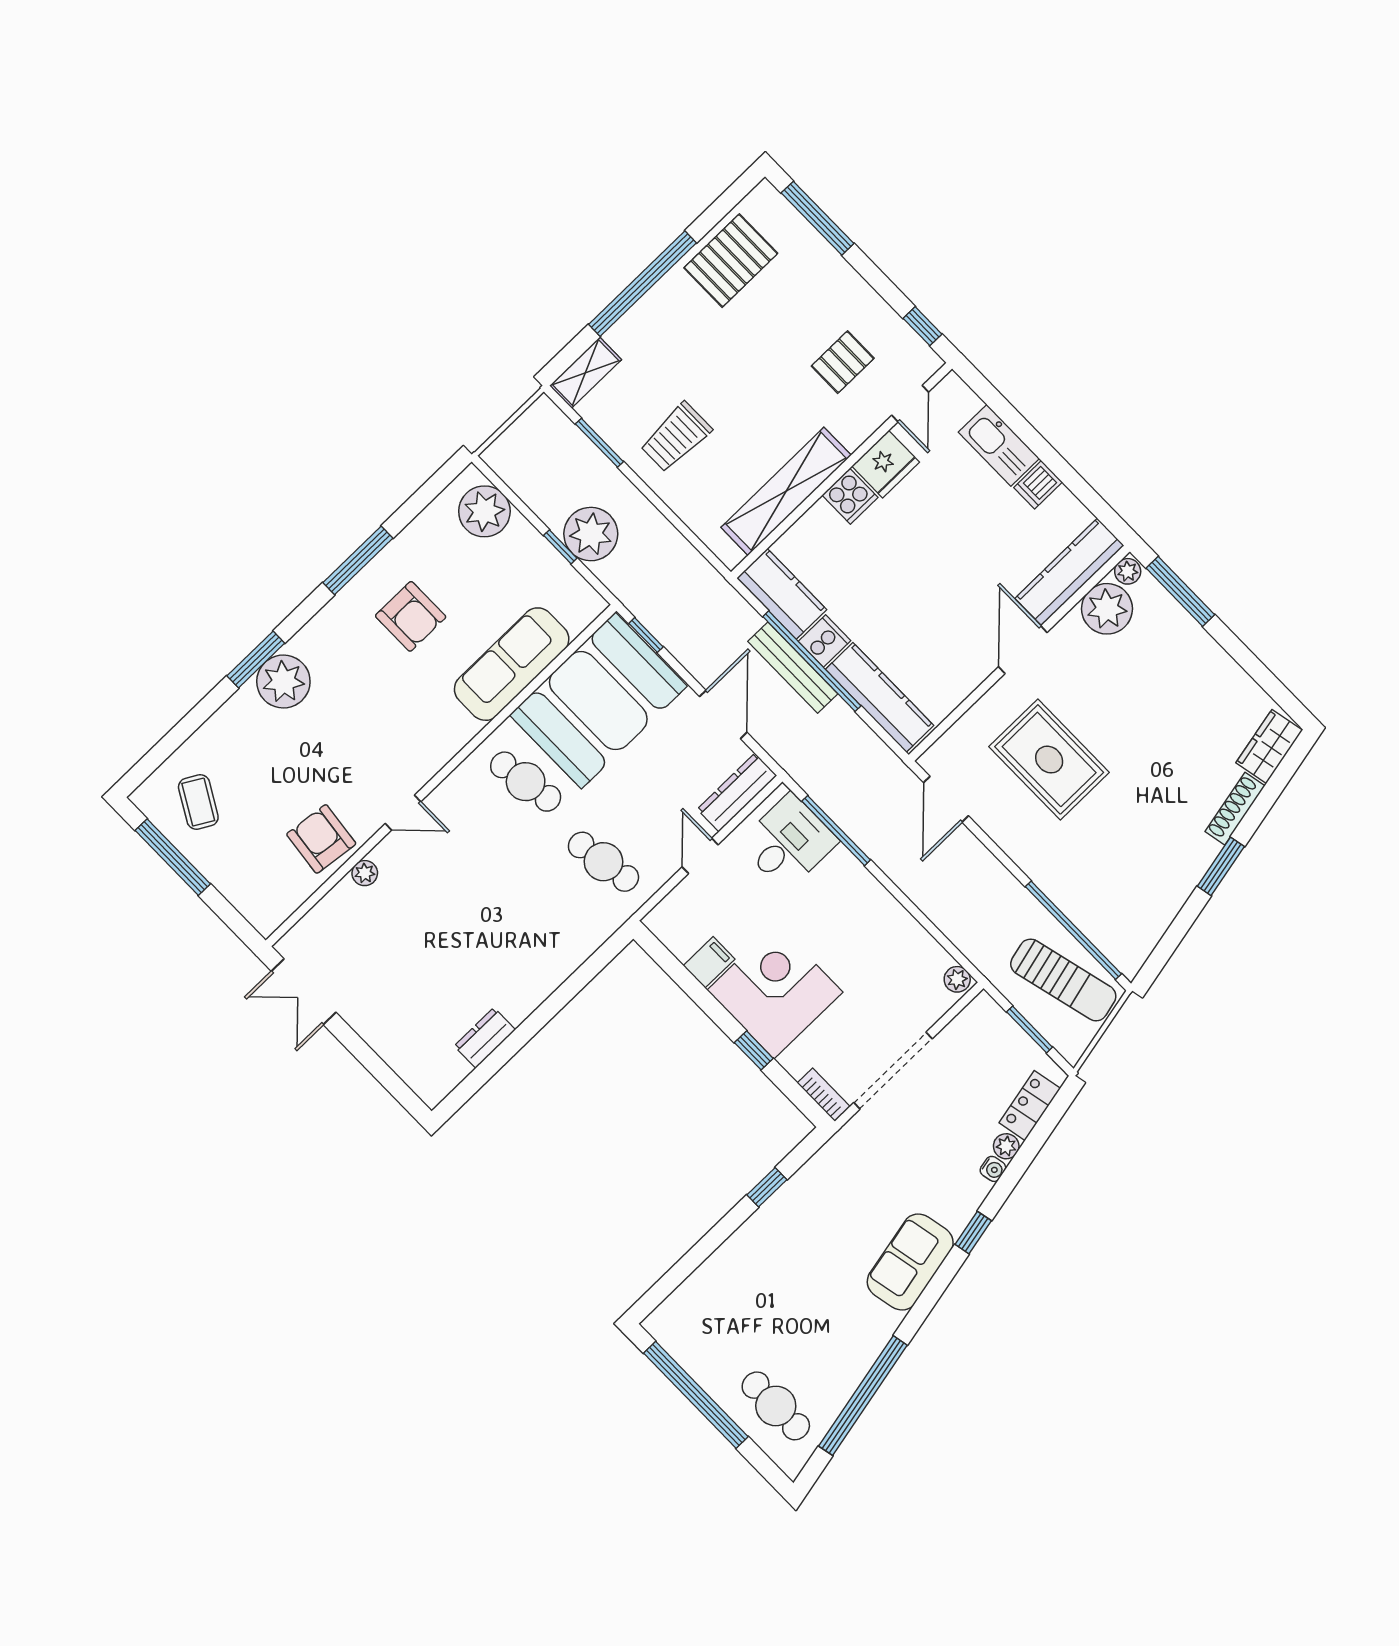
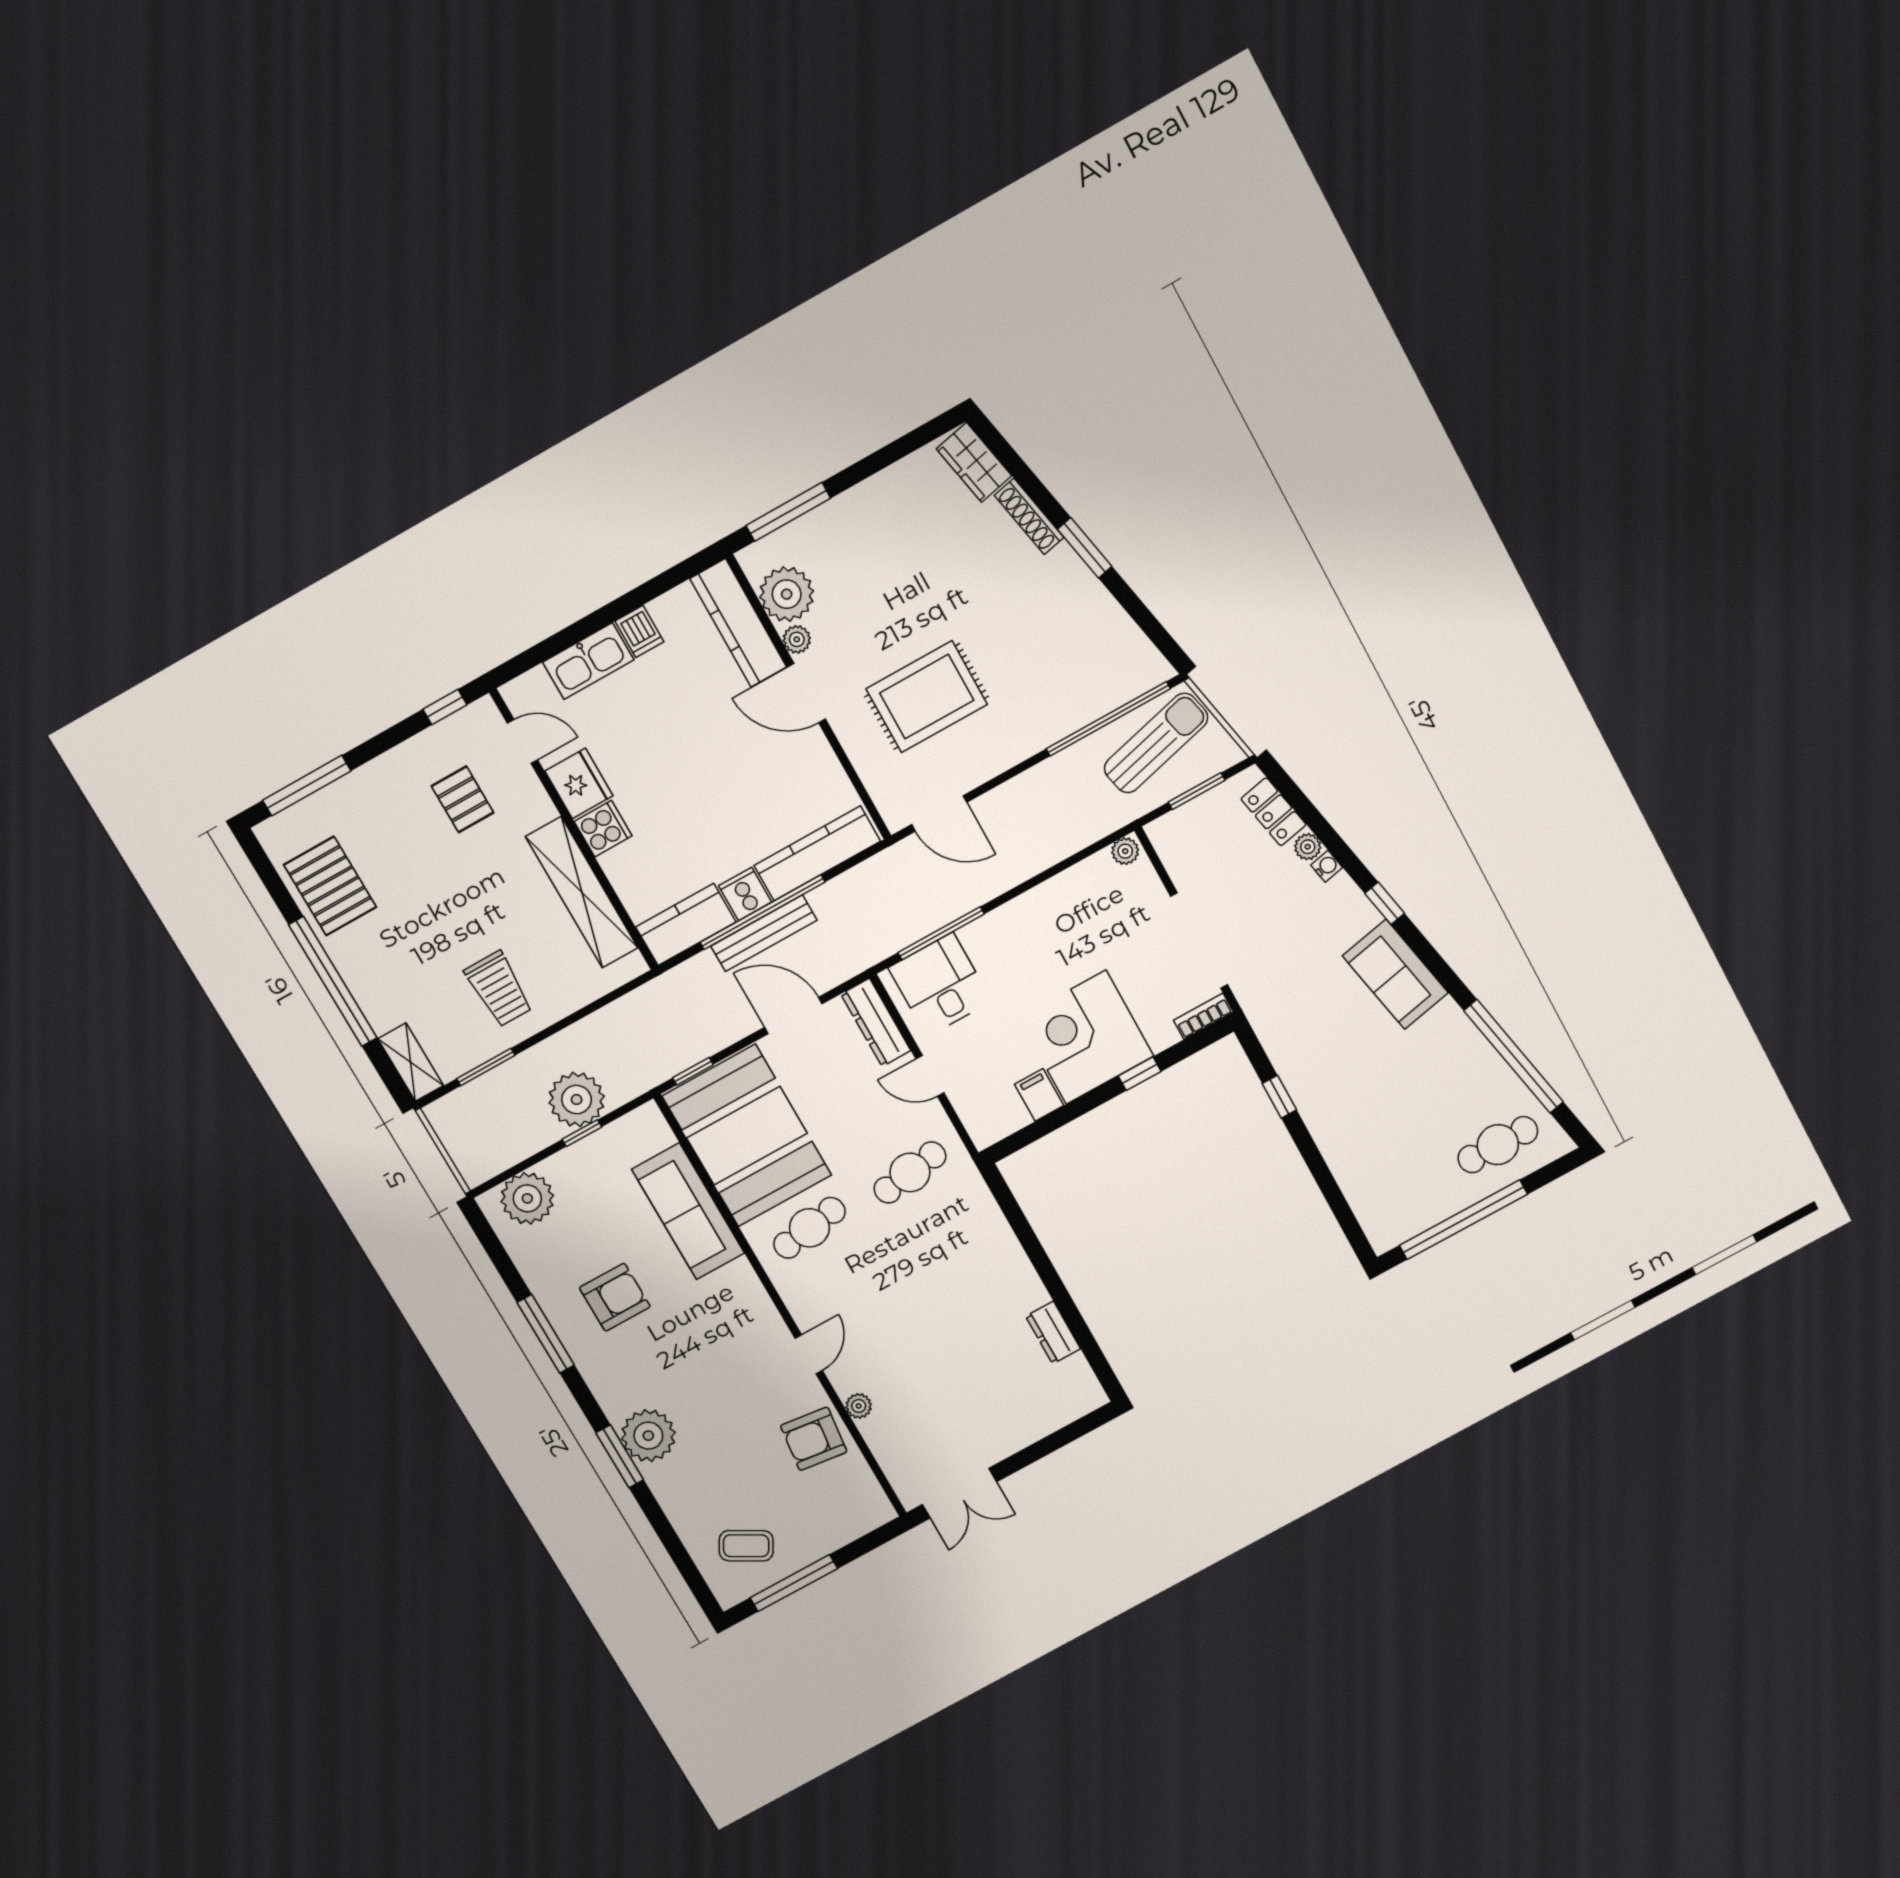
plant: (1128, 571) -> (797, 639), moved

